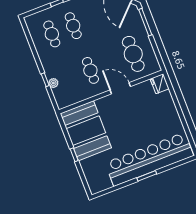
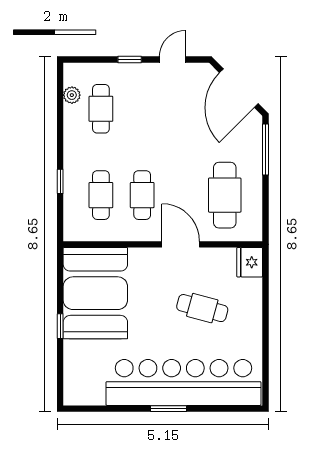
cafe table: (73, 26) -> (101, 195), moved
plant: (53, 83) -> (72, 95), moved
cafe table: (144, 117) -> (202, 308), added

